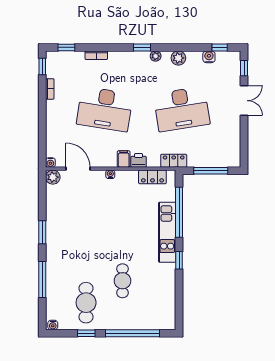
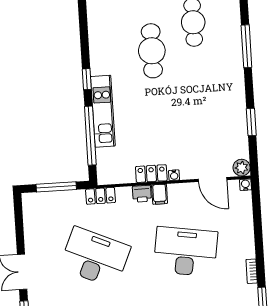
desk: (182, 109) -> (95, 257), turned 33
locker: (152, 177) -> (151, 174), moved
window: (42, 232) -> (251, 122), moved
cafe table: (122, 281) -> (152, 51), width x1.37, depth x1.35

